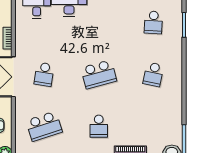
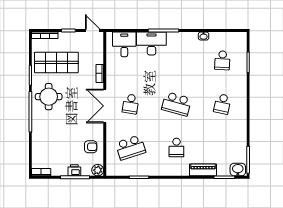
school desk: (99, 74) -> (176, 104), turned 30

